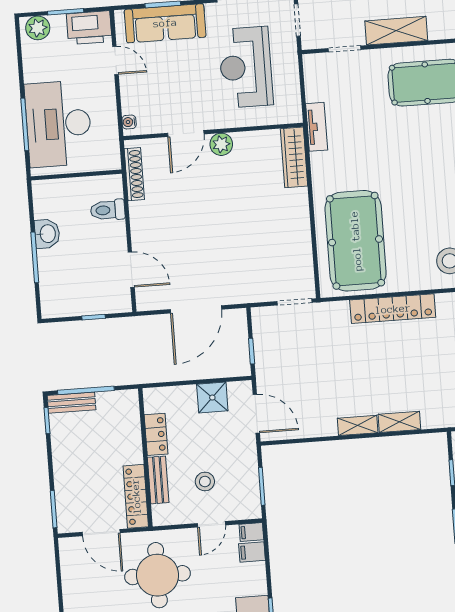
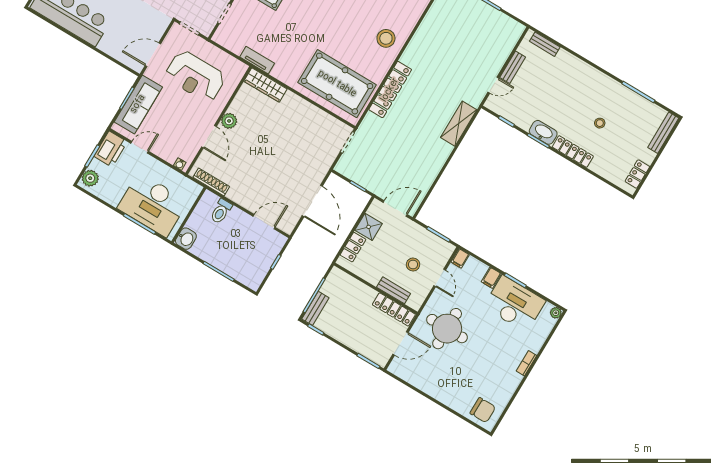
washbasin: (47, 234) -> (186, 239), moved, turned 90
shelving: (399, 422) -> (459, 124), width x1.50, depth x1.33
shelving: (358, 425) -> (442, 156), removed
locker: (156, 434) -> (353, 247), moved, turned 90
filing cabinet: (252, 552) -> (491, 278), moved

